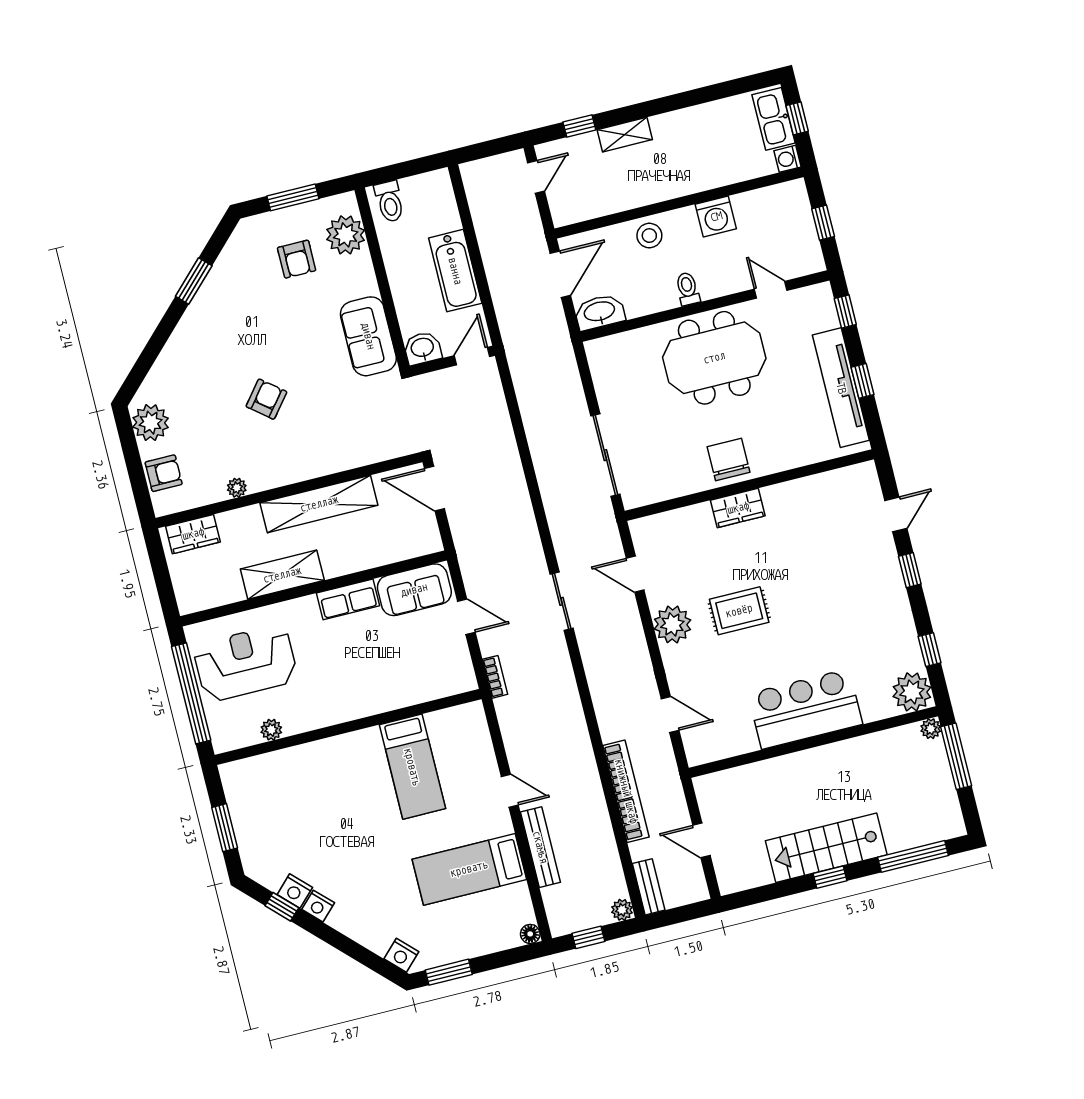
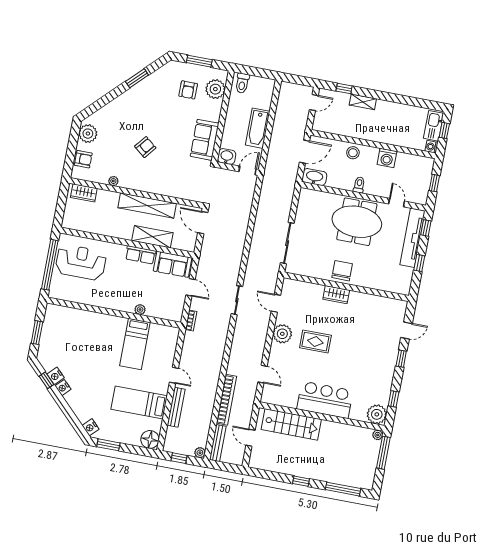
tv unit: (841, 388) -> (413, 238), moved
shelving: (282, 575) -> (152, 237), moved
plant: (271, 730) -> (140, 310), moved
stairs: (826, 848) -> (291, 424), moved, turned 180
bench: (649, 887) -> (218, 443), width x1.36
floor lamp: (530, 934) -> (150, 439), width x1.89, depth x1.89

